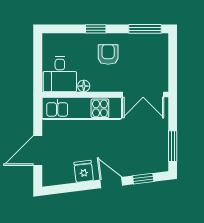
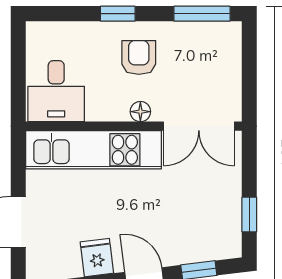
floor lamp: (84, 86) -> (140, 112), moved
window: (173, 146) -> (249, 215), width x0.67

